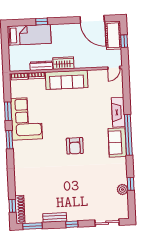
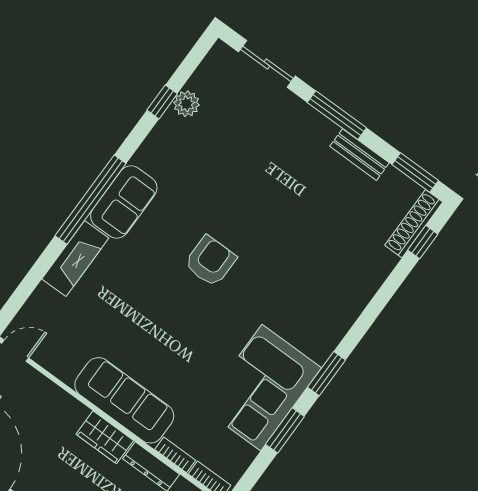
window: (72, 224) -> (337, 115), width x2.17

